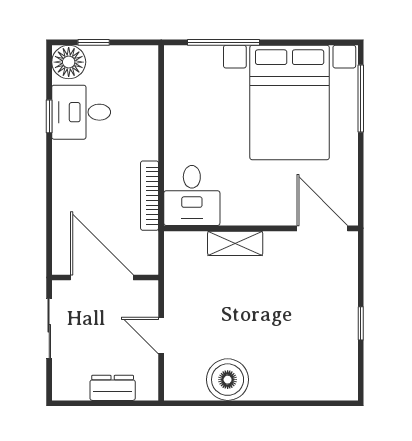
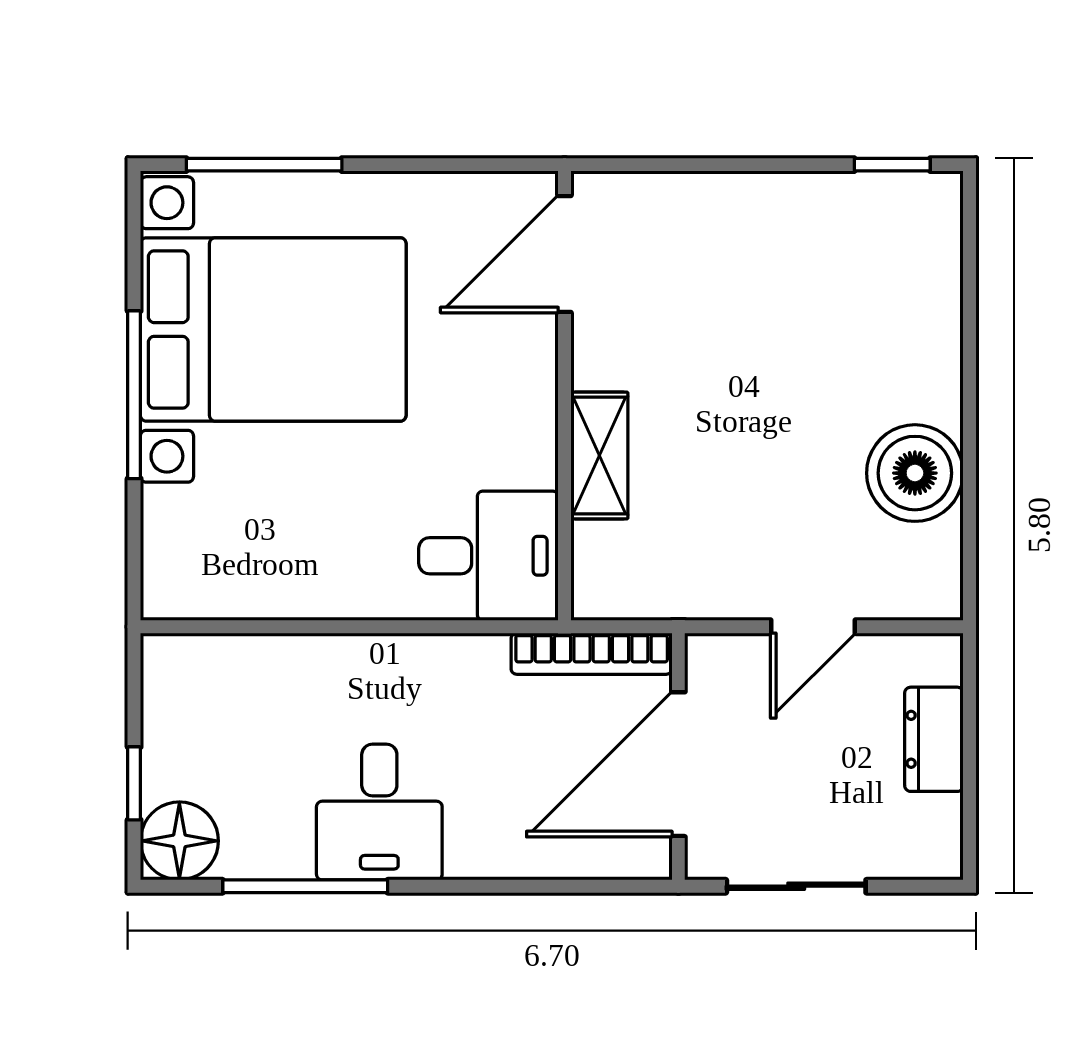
window: (224, 42) -> (134, 395), moved
desk: (81, 112) -> (379, 812), moved
window: (49, 116) -> (305, 886), width x2.17
bookcase: (150, 196) -> (592, 654), moved
window: (361, 323) -> (892, 165), moved

